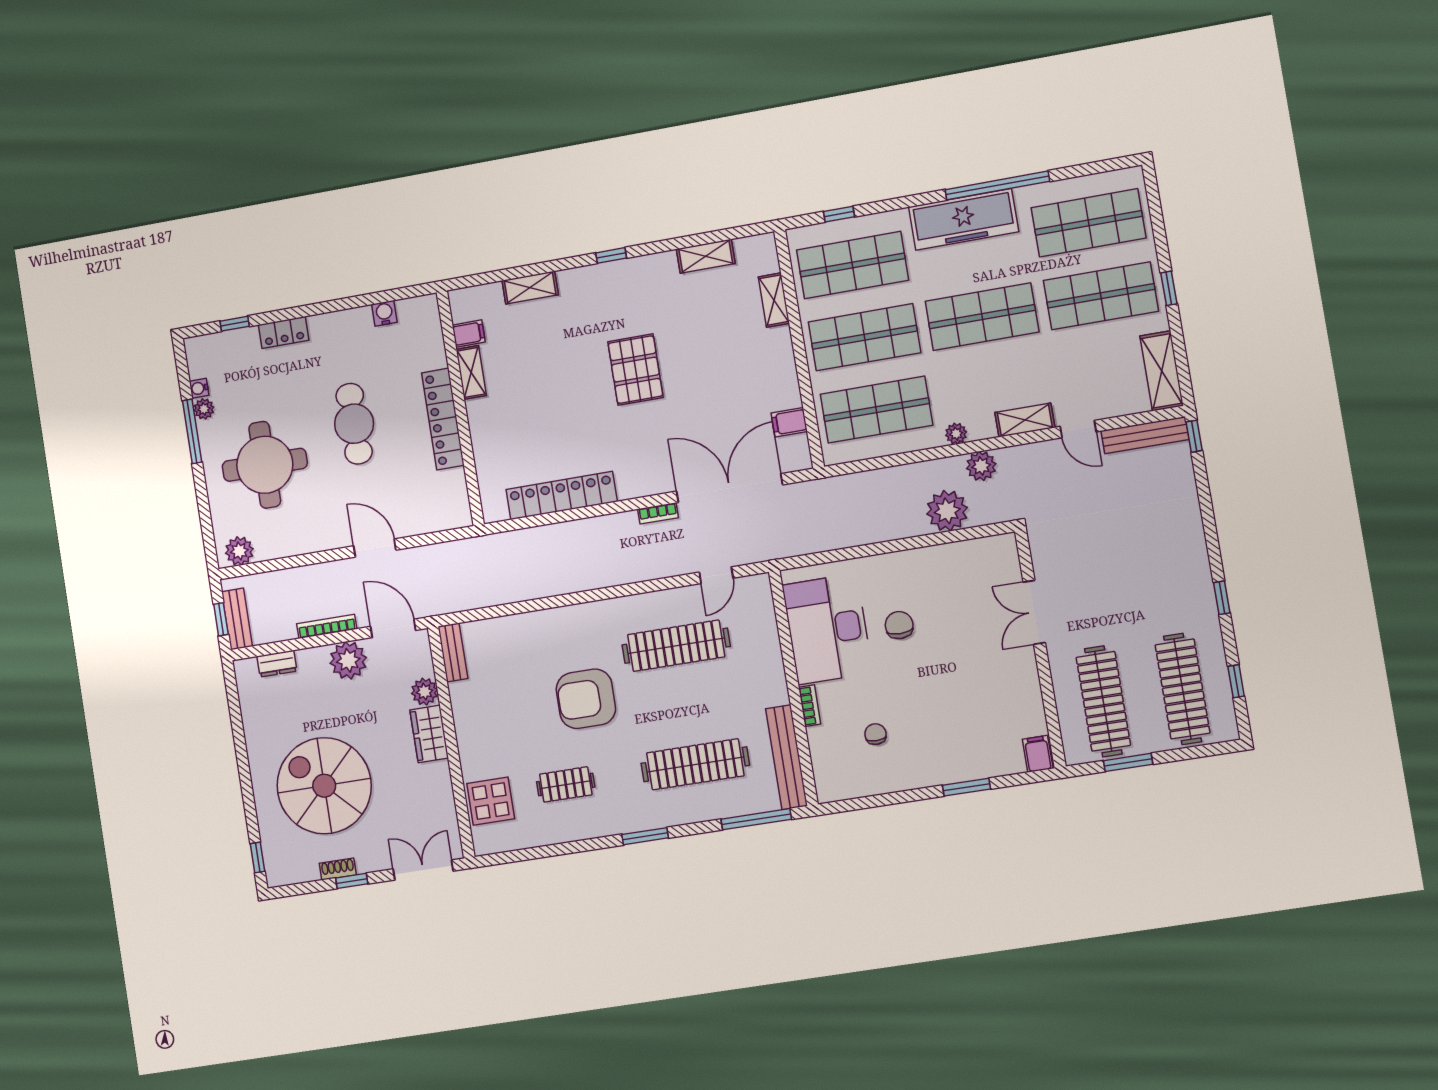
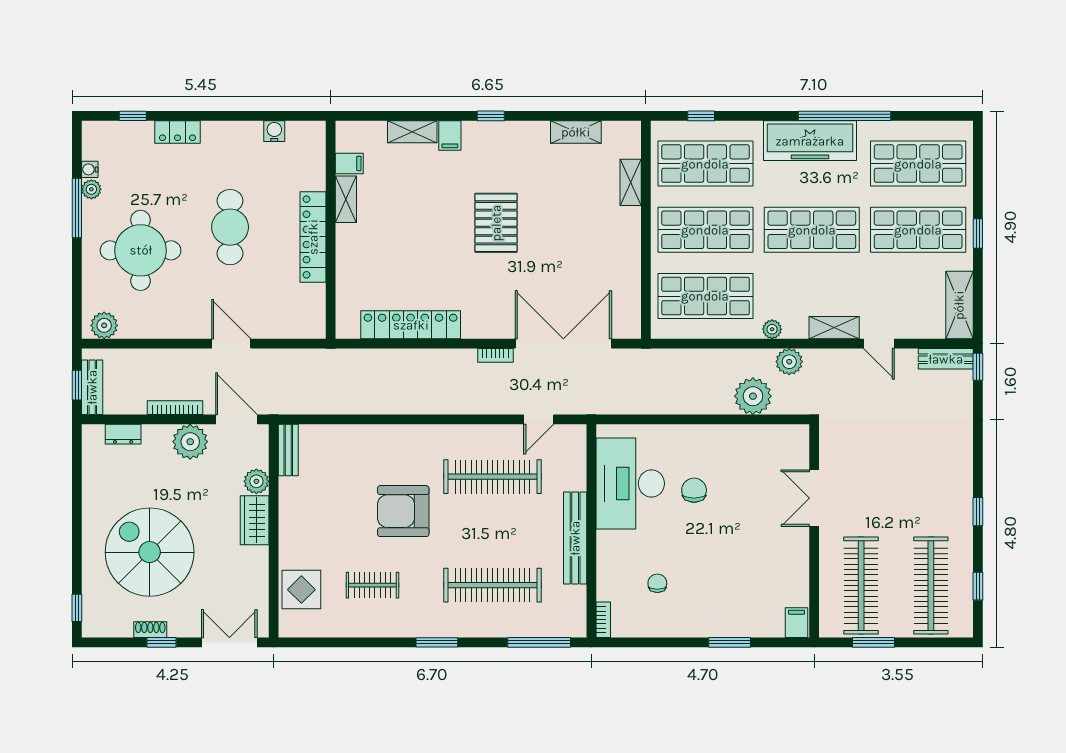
filing cabinet: (789, 422) -> (450, 135), moved, turned -90
bench: (1145, 435) -> (946, 359), width x0.73
bookcase: (810, 706) -> (603, 620), moved
bench: (786, 757) -> (575, 538), moved

